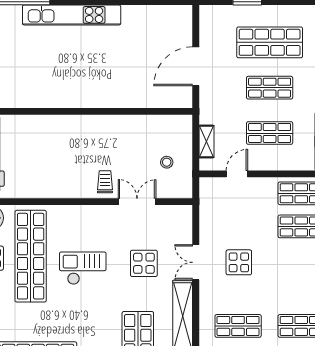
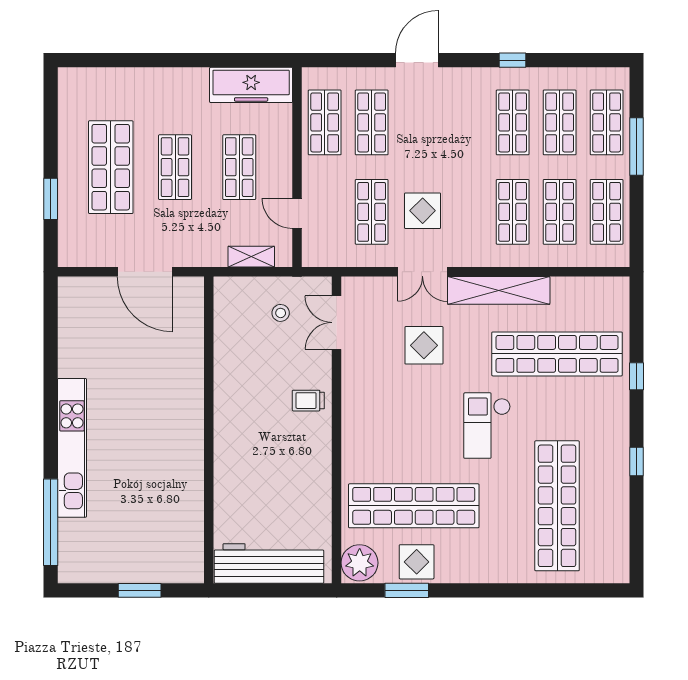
double door: (137, 202) -> (337, 323), moved
shop shelf: (238, 226) -> (372, 212), added
checkout: (83, 268) -> (487, 426), moved

